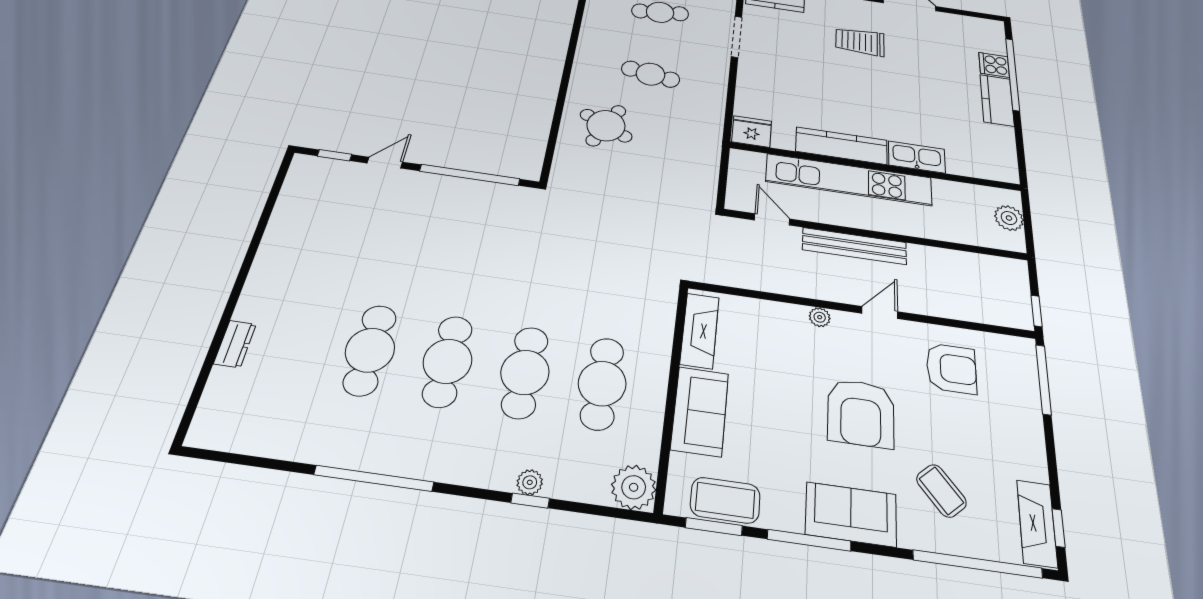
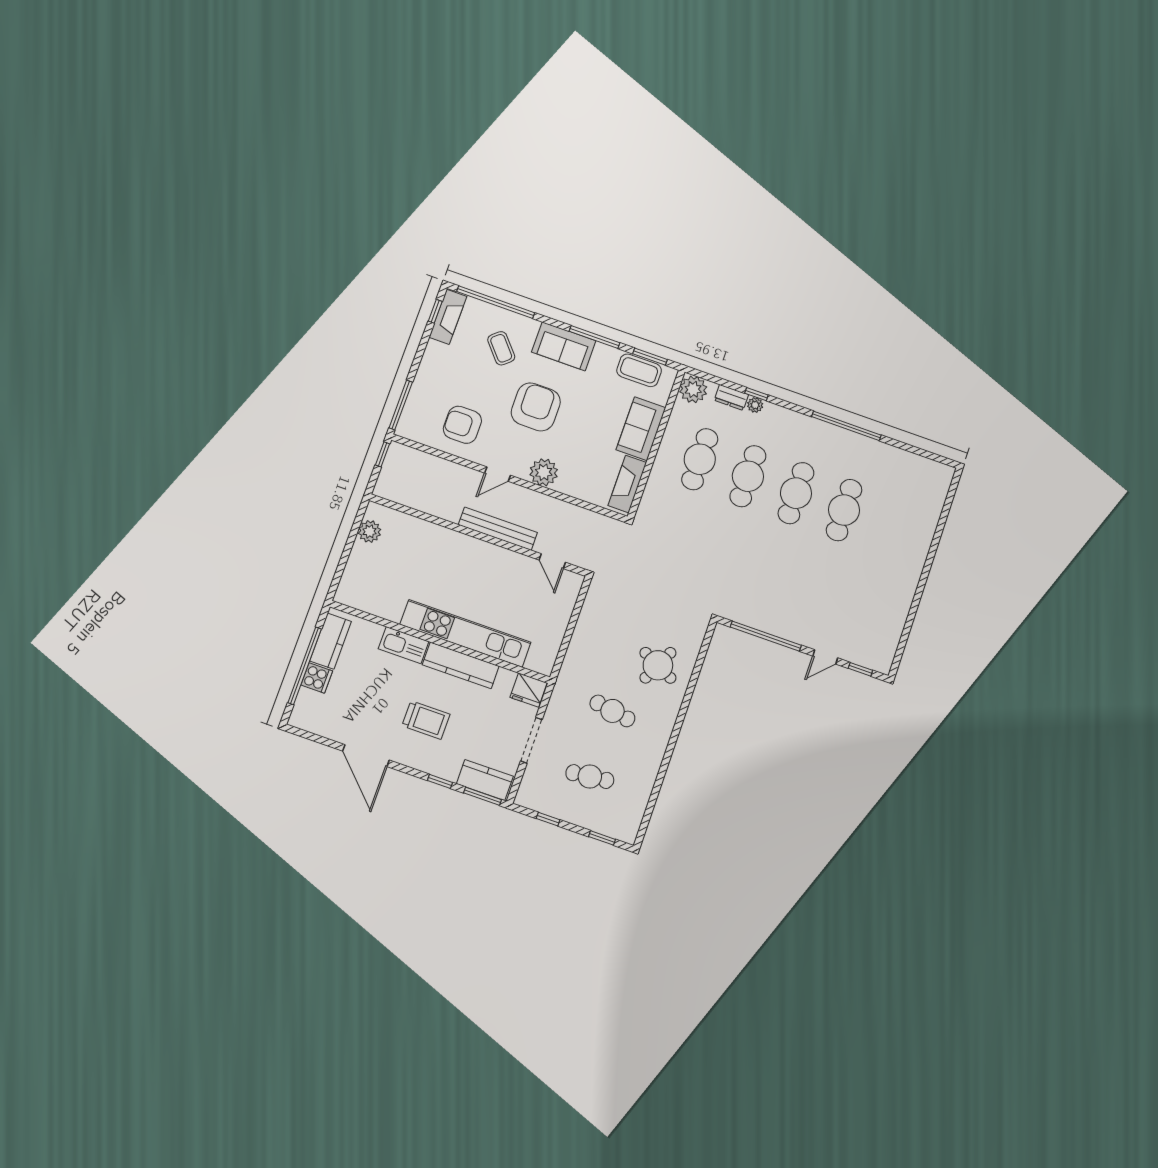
fridge: (752, 131) -> (529, 690), moved
kitchen counter: (841, 146) -> (461, 665), moved
kitchen sink: (917, 157) -> (404, 645), moved
wall: (875, 166) -> (440, 642), moved
kitchen unit: (849, 180) -> (465, 633), moved
plant: (820, 317) -> (544, 472), width x1.88, depth x1.88
dresser: (235, 344) -> (731, 397), moved, turned -90

